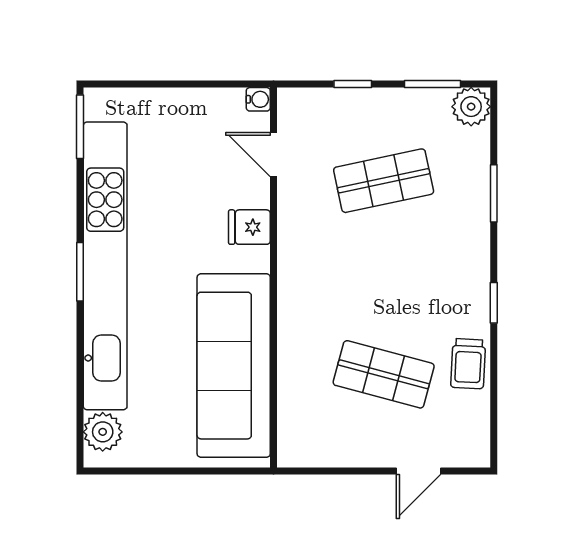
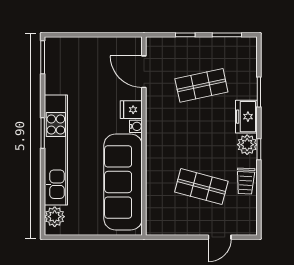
water cooler: (258, 99) -> (136, 126), moved
plant: (471, 107) -> (247, 145), moved
door: (273, 154) -> (144, 72), width x1.38
freezer: (470, 240) -> (246, 117), added
kitchen unit: (105, 266) -> (56, 150), width x0.73

